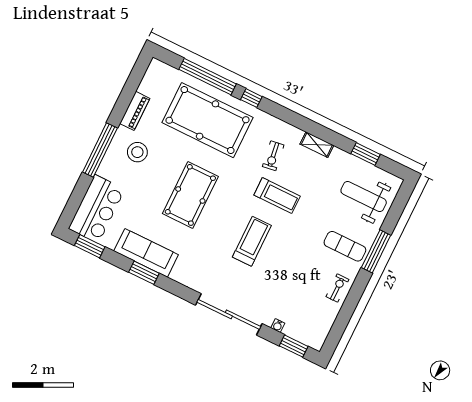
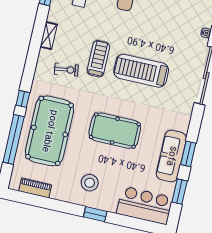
piano: (135, 111) -> (35, 188), moved
window: (100, 150) -> (95, 214), width x0.47
treadmill: (252, 241) -> (141, 71), width x1.37, depth x1.38
window: (90, 246) -> (180, 192), moved

